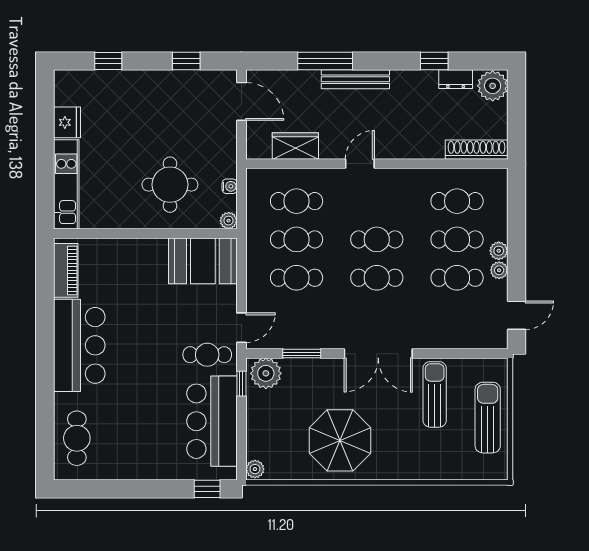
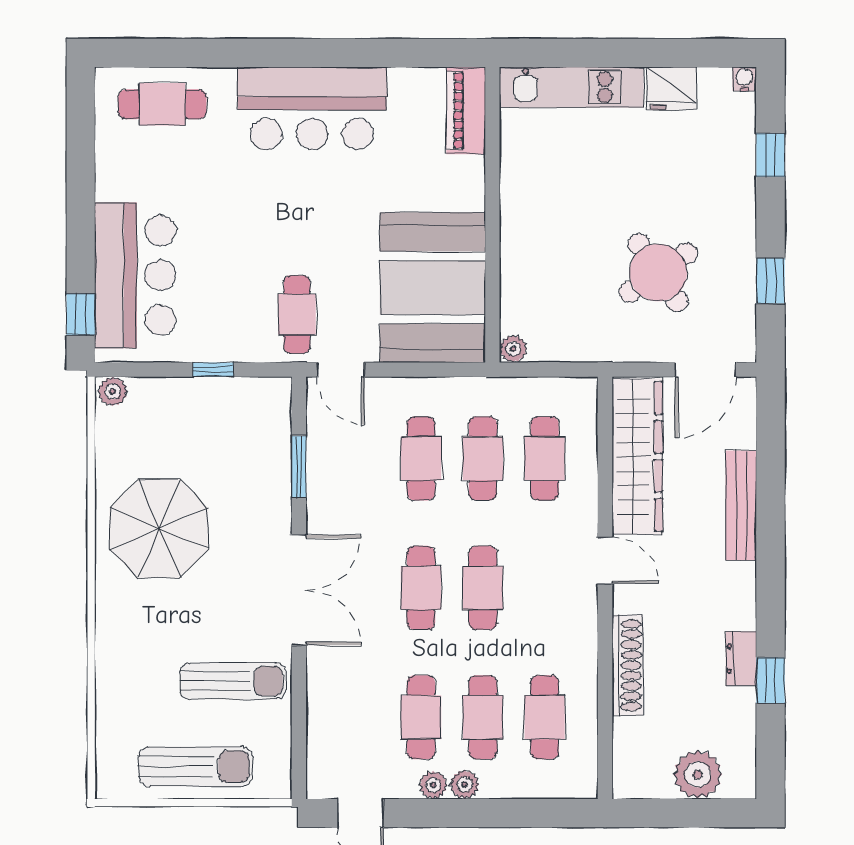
window: (325, 61) -> (770, 505), removed
bench: (355, 79) -> (741, 505), moved
dresser: (456, 79) -> (741, 659), moved
plant: (493, 86) -> (698, 774), moved
wardrobe: (295, 146) -> (637, 457), width x2.10, depth x1.17
shoe rack: (477, 150) -> (628, 665), moved
round table: (170, 185) -> (658, 273), moved, turned -34
water cooler: (230, 186) -> (744, 79), moved, turned 180
booth: (203, 261) -> (433, 287), width x1.36, depth x1.42
piano: (66, 270) -> (466, 111), moved, turned 90
double door: (378, 354) -> (299, 590), swing flipped
plant: (266, 373) -> (267, 409), removed
window: (241, 384) -> (213, 370), moved
bar counter: (212, 421) -> (135, 275), moved, turned 90

